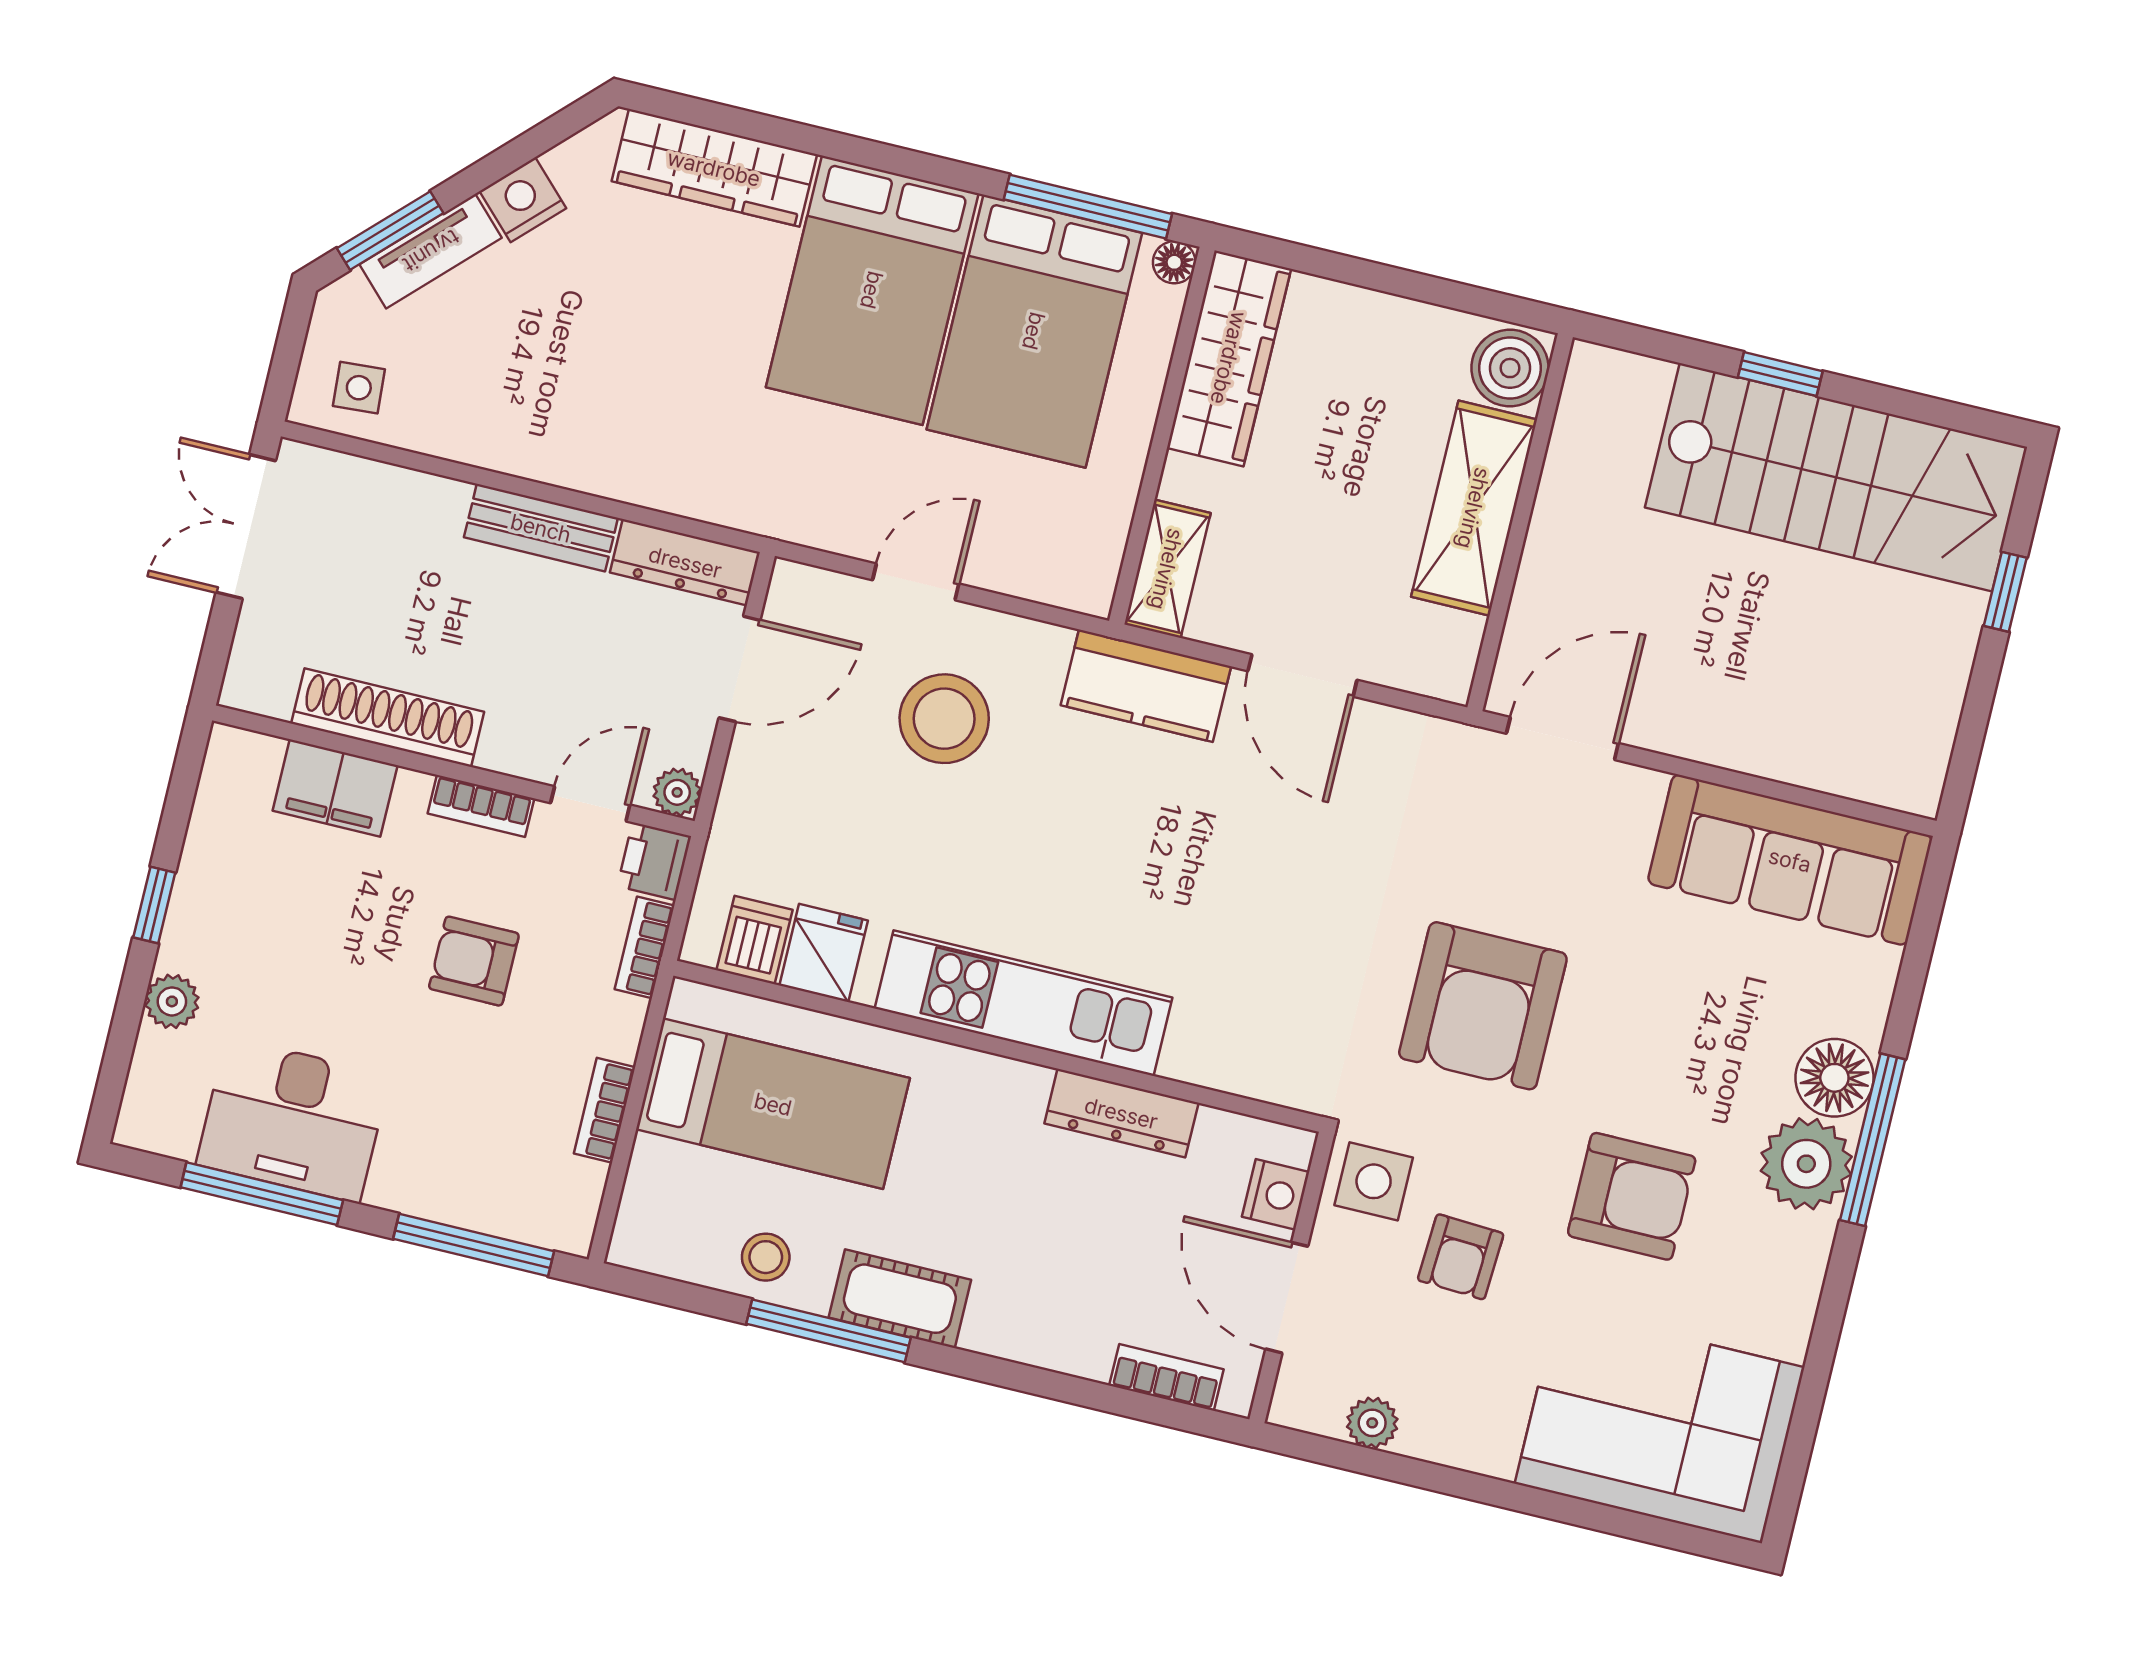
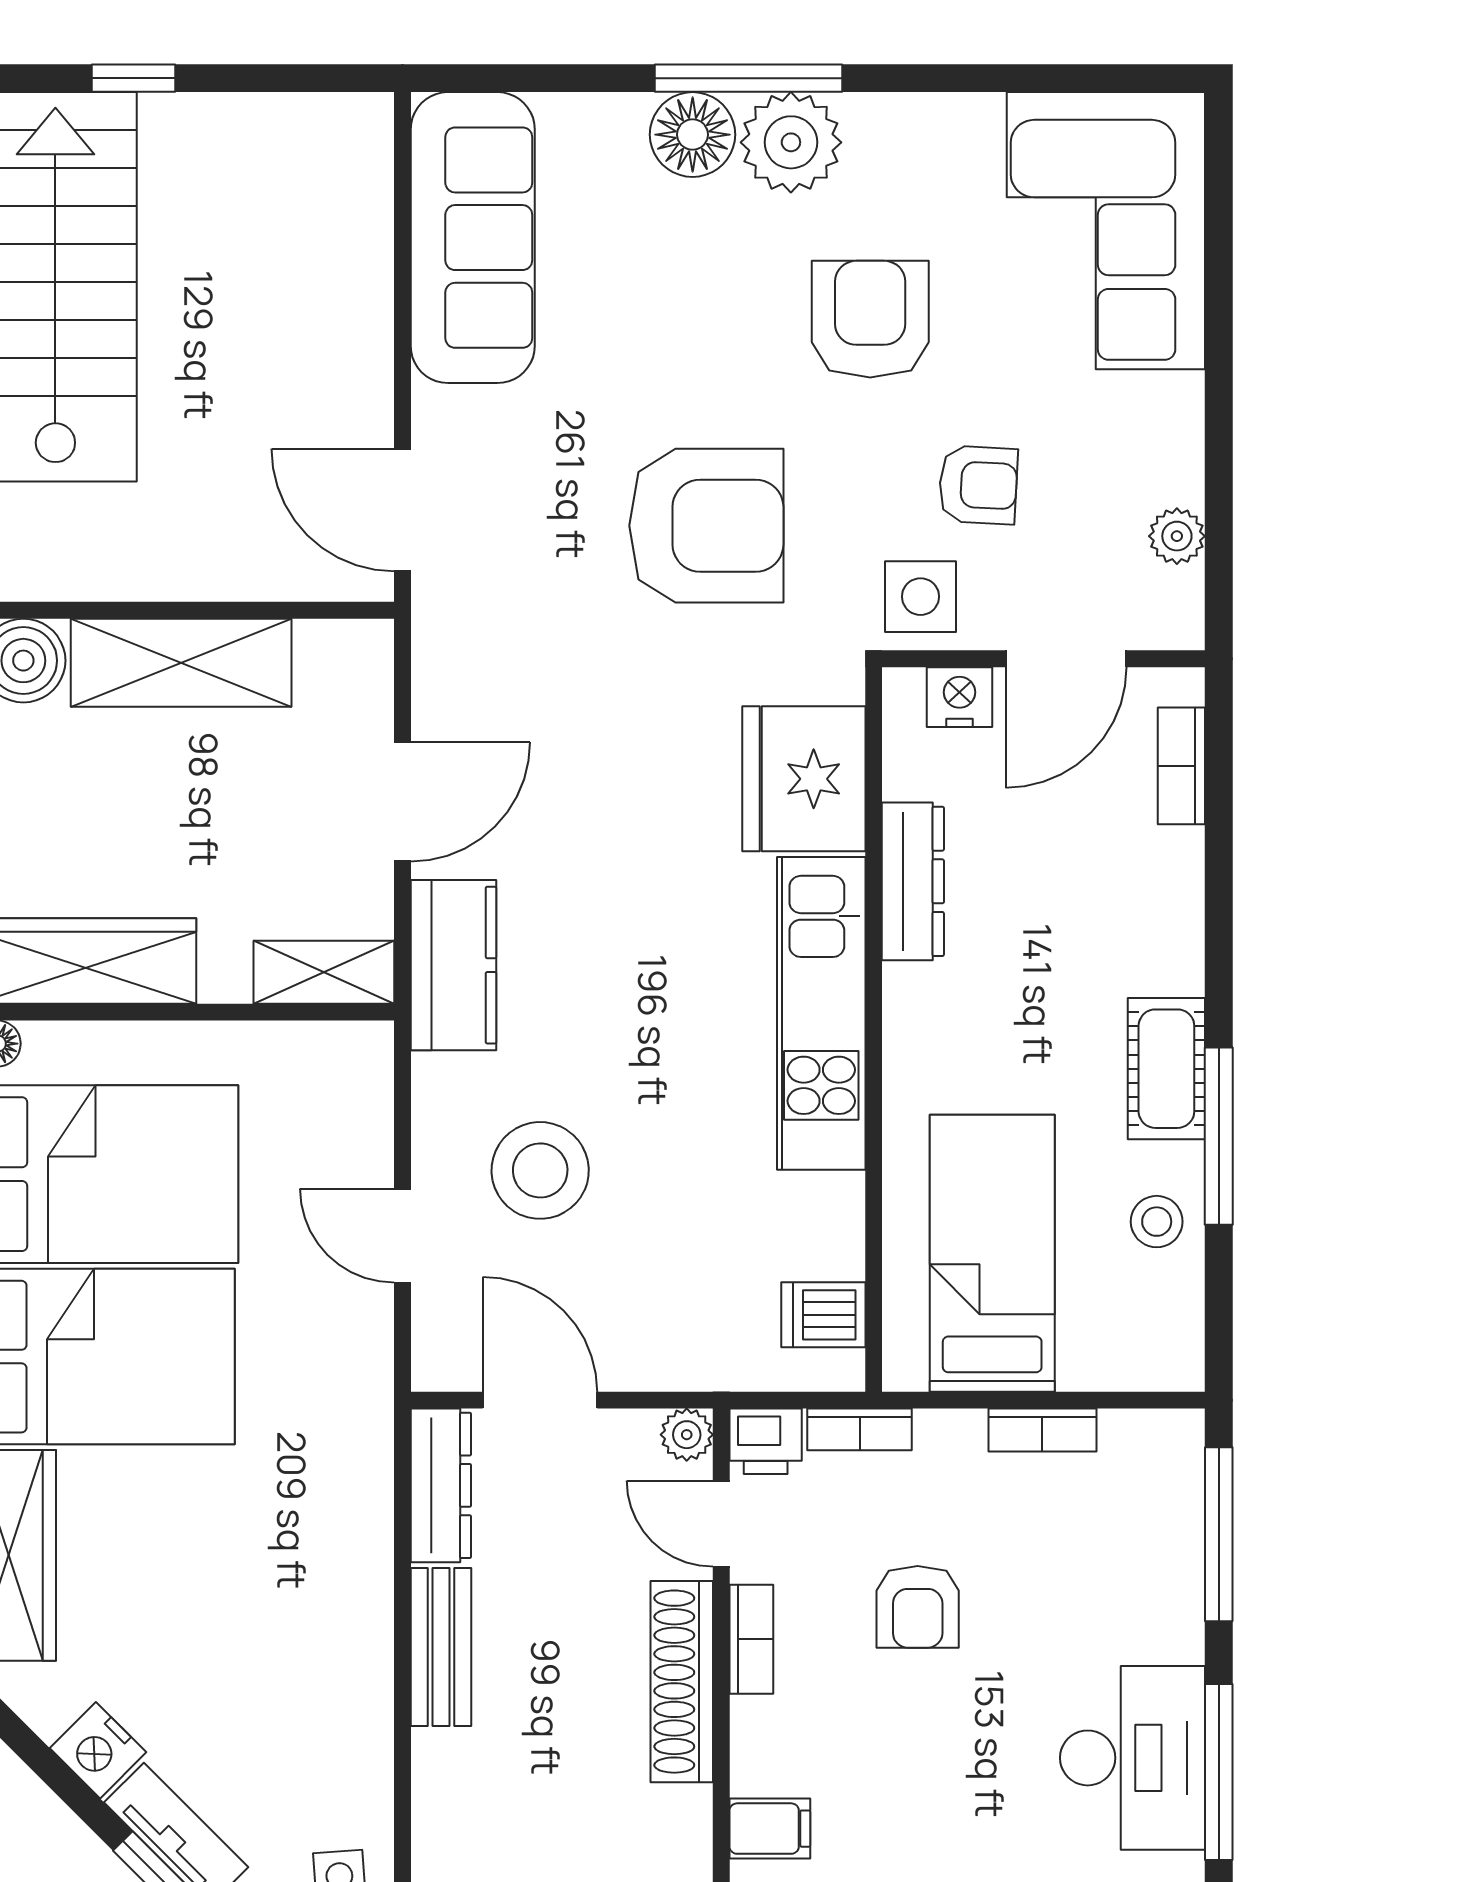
shoe rack: (388, 718) -> (682, 1682), moved
filing cabinet: (335, 788) -> (770, 1829), width x0.50
fridge: (824, 953) -> (804, 779), moved, width x1.88, depth x1.34

